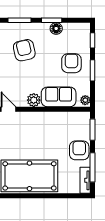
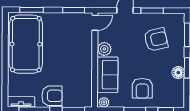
armchair: (71, 63) -> (142, 88), turned 90

